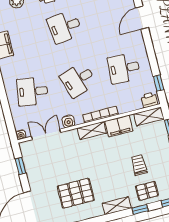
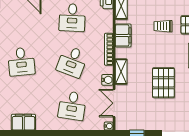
desk: (78, 80) -> (72, 62), turned 39
shelving: (92, 131) -> (121, 72), moved
pallet: (76, 193) -> (163, 83), moved

